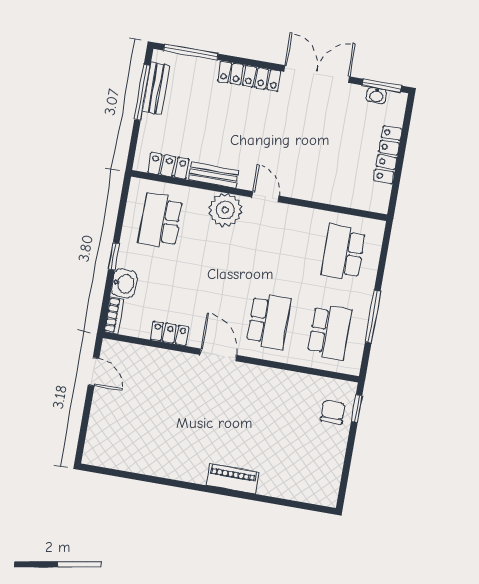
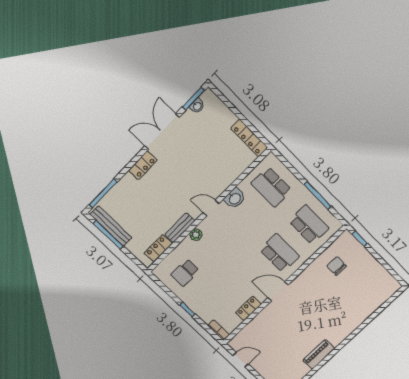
locker: (249, 76) -> (143, 165), width x0.66
bench: (156, 88) -> (111, 226), width x1.36
locker: (388, 155) -> (249, 138), moved
plant: (225, 210) -> (196, 235), width x0.53, depth x0.53
school desk: (160, 221) -> (185, 273), width x0.54
washbasin: (124, 283) -> (235, 198), moved, turned 90
chair: (333, 412) -> (337, 266), moved
piano: (232, 479) -> (319, 354), moved

